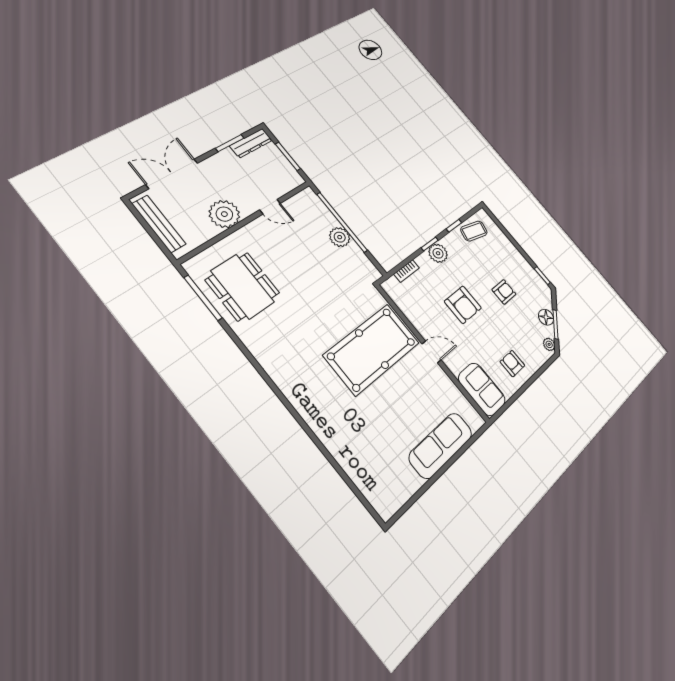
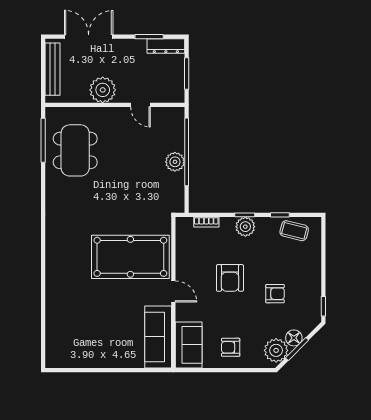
plant: (549, 344) -> (276, 350), width x1.87, depth x1.87
armchair: (512, 363) -> (231, 347), turned -90
sofa: (441, 445) -> (158, 337), moved, turned -90

